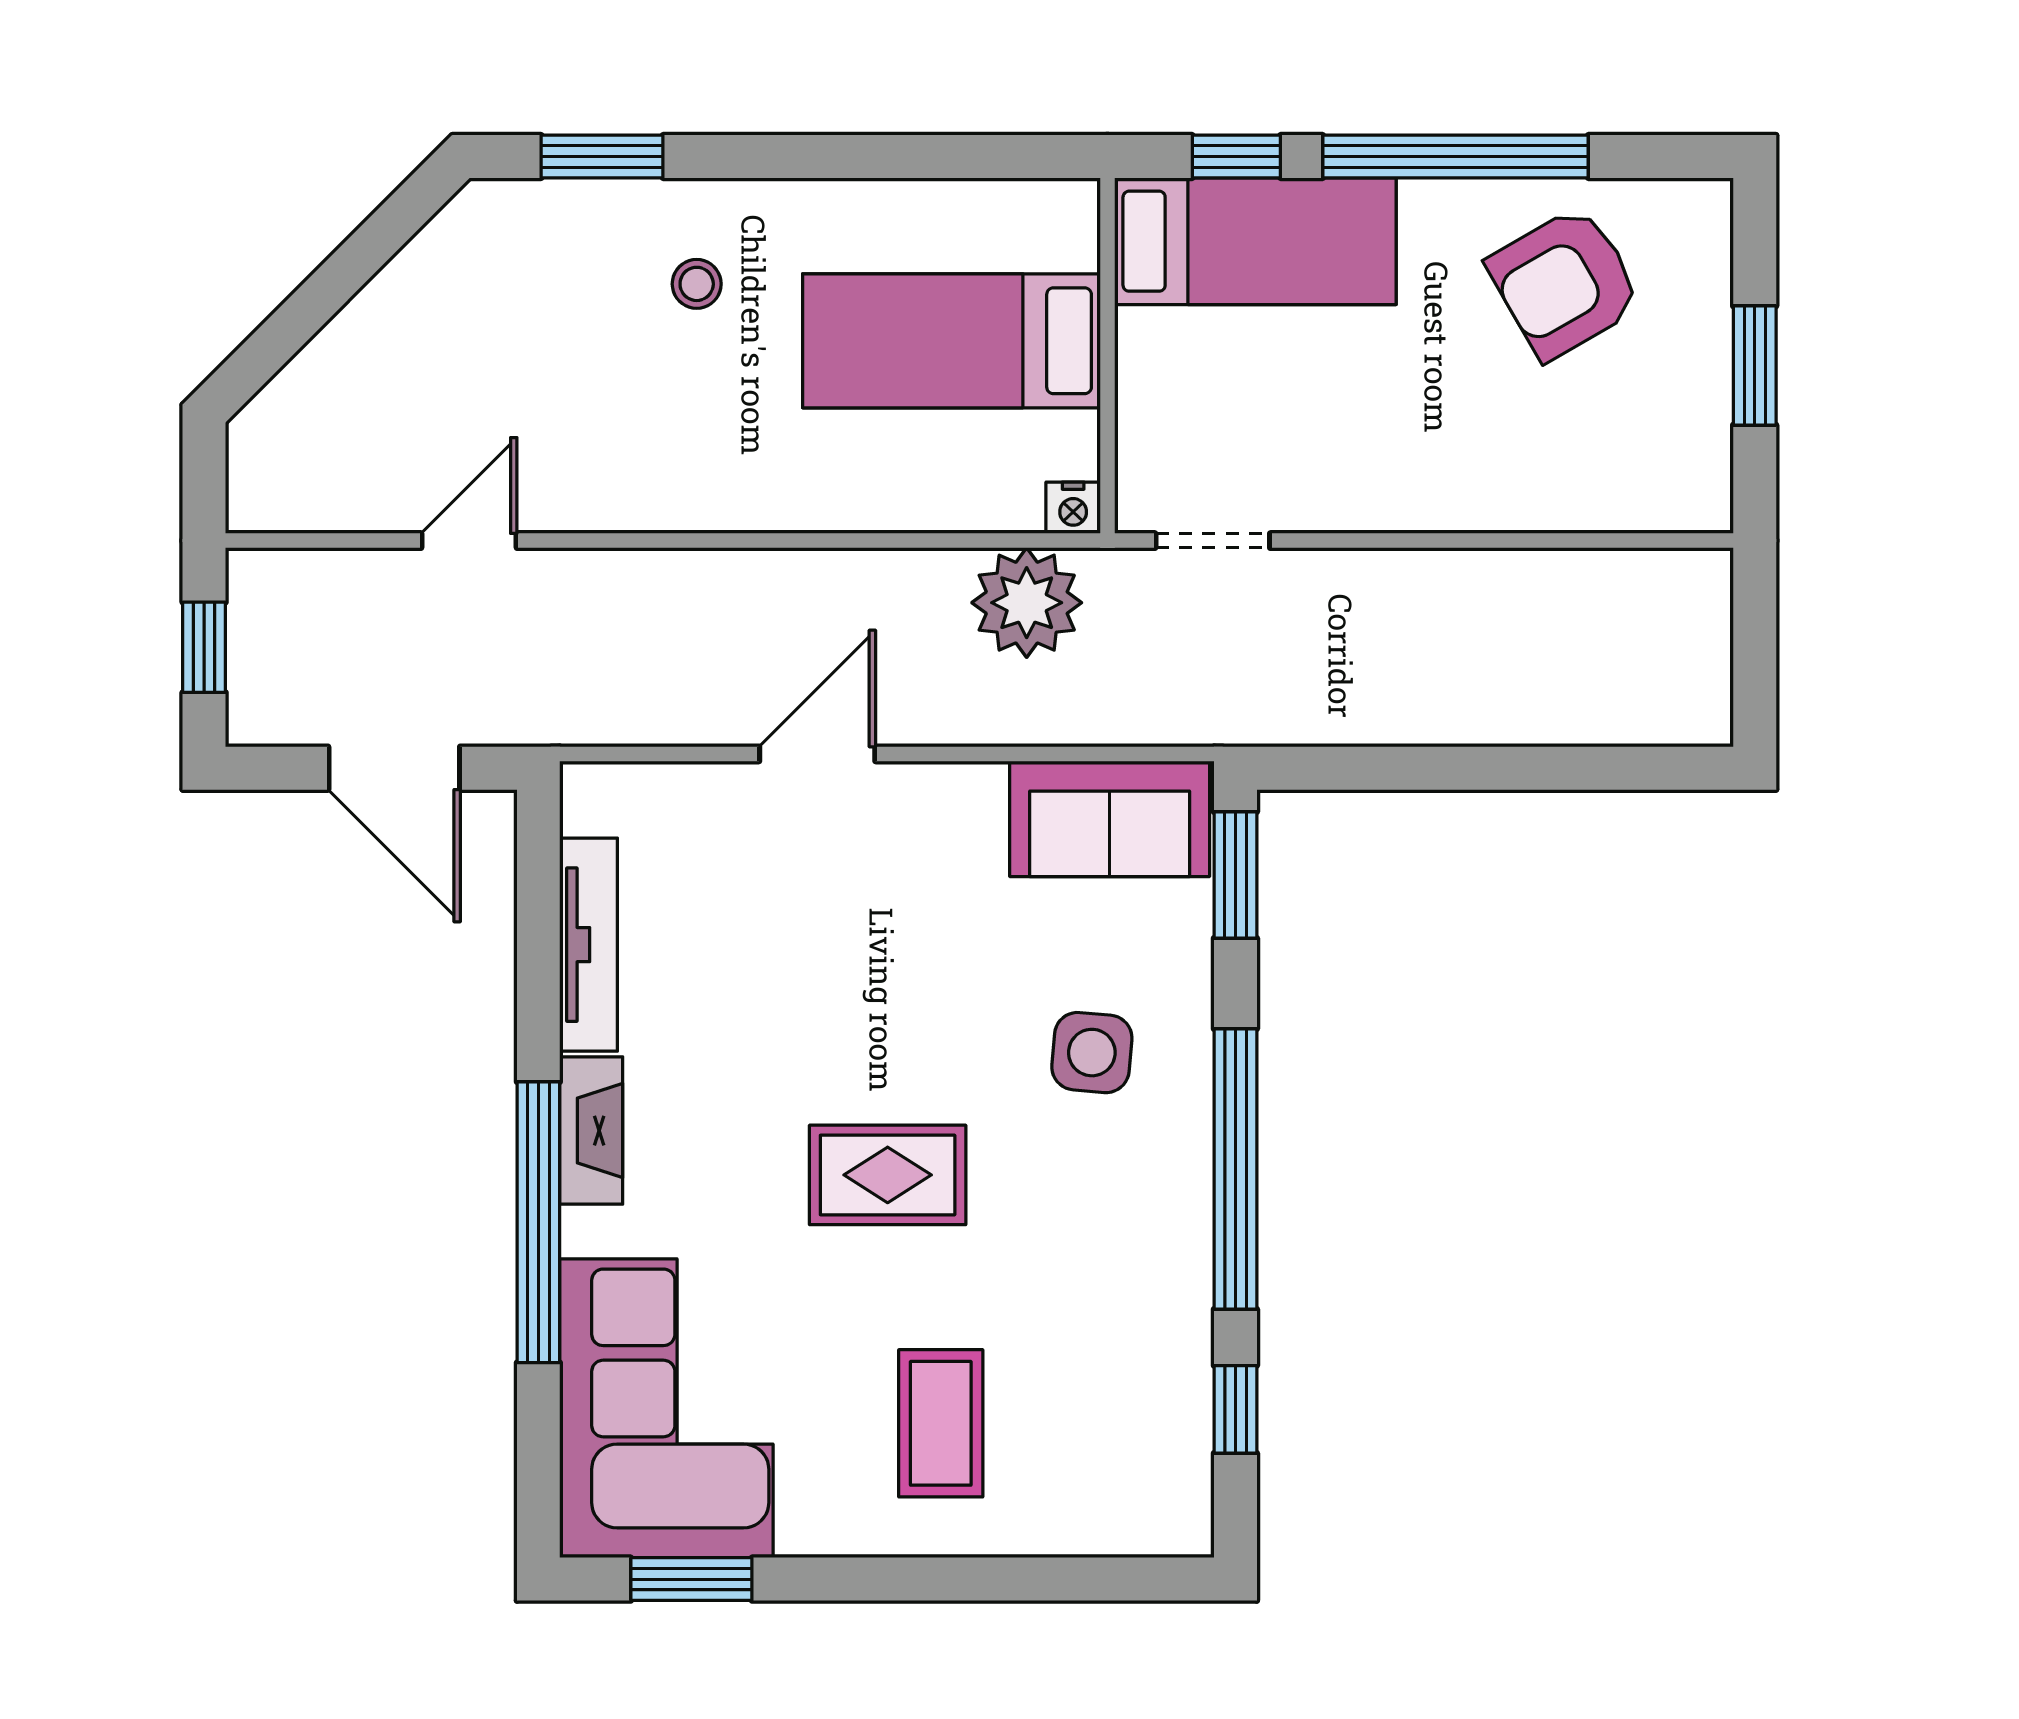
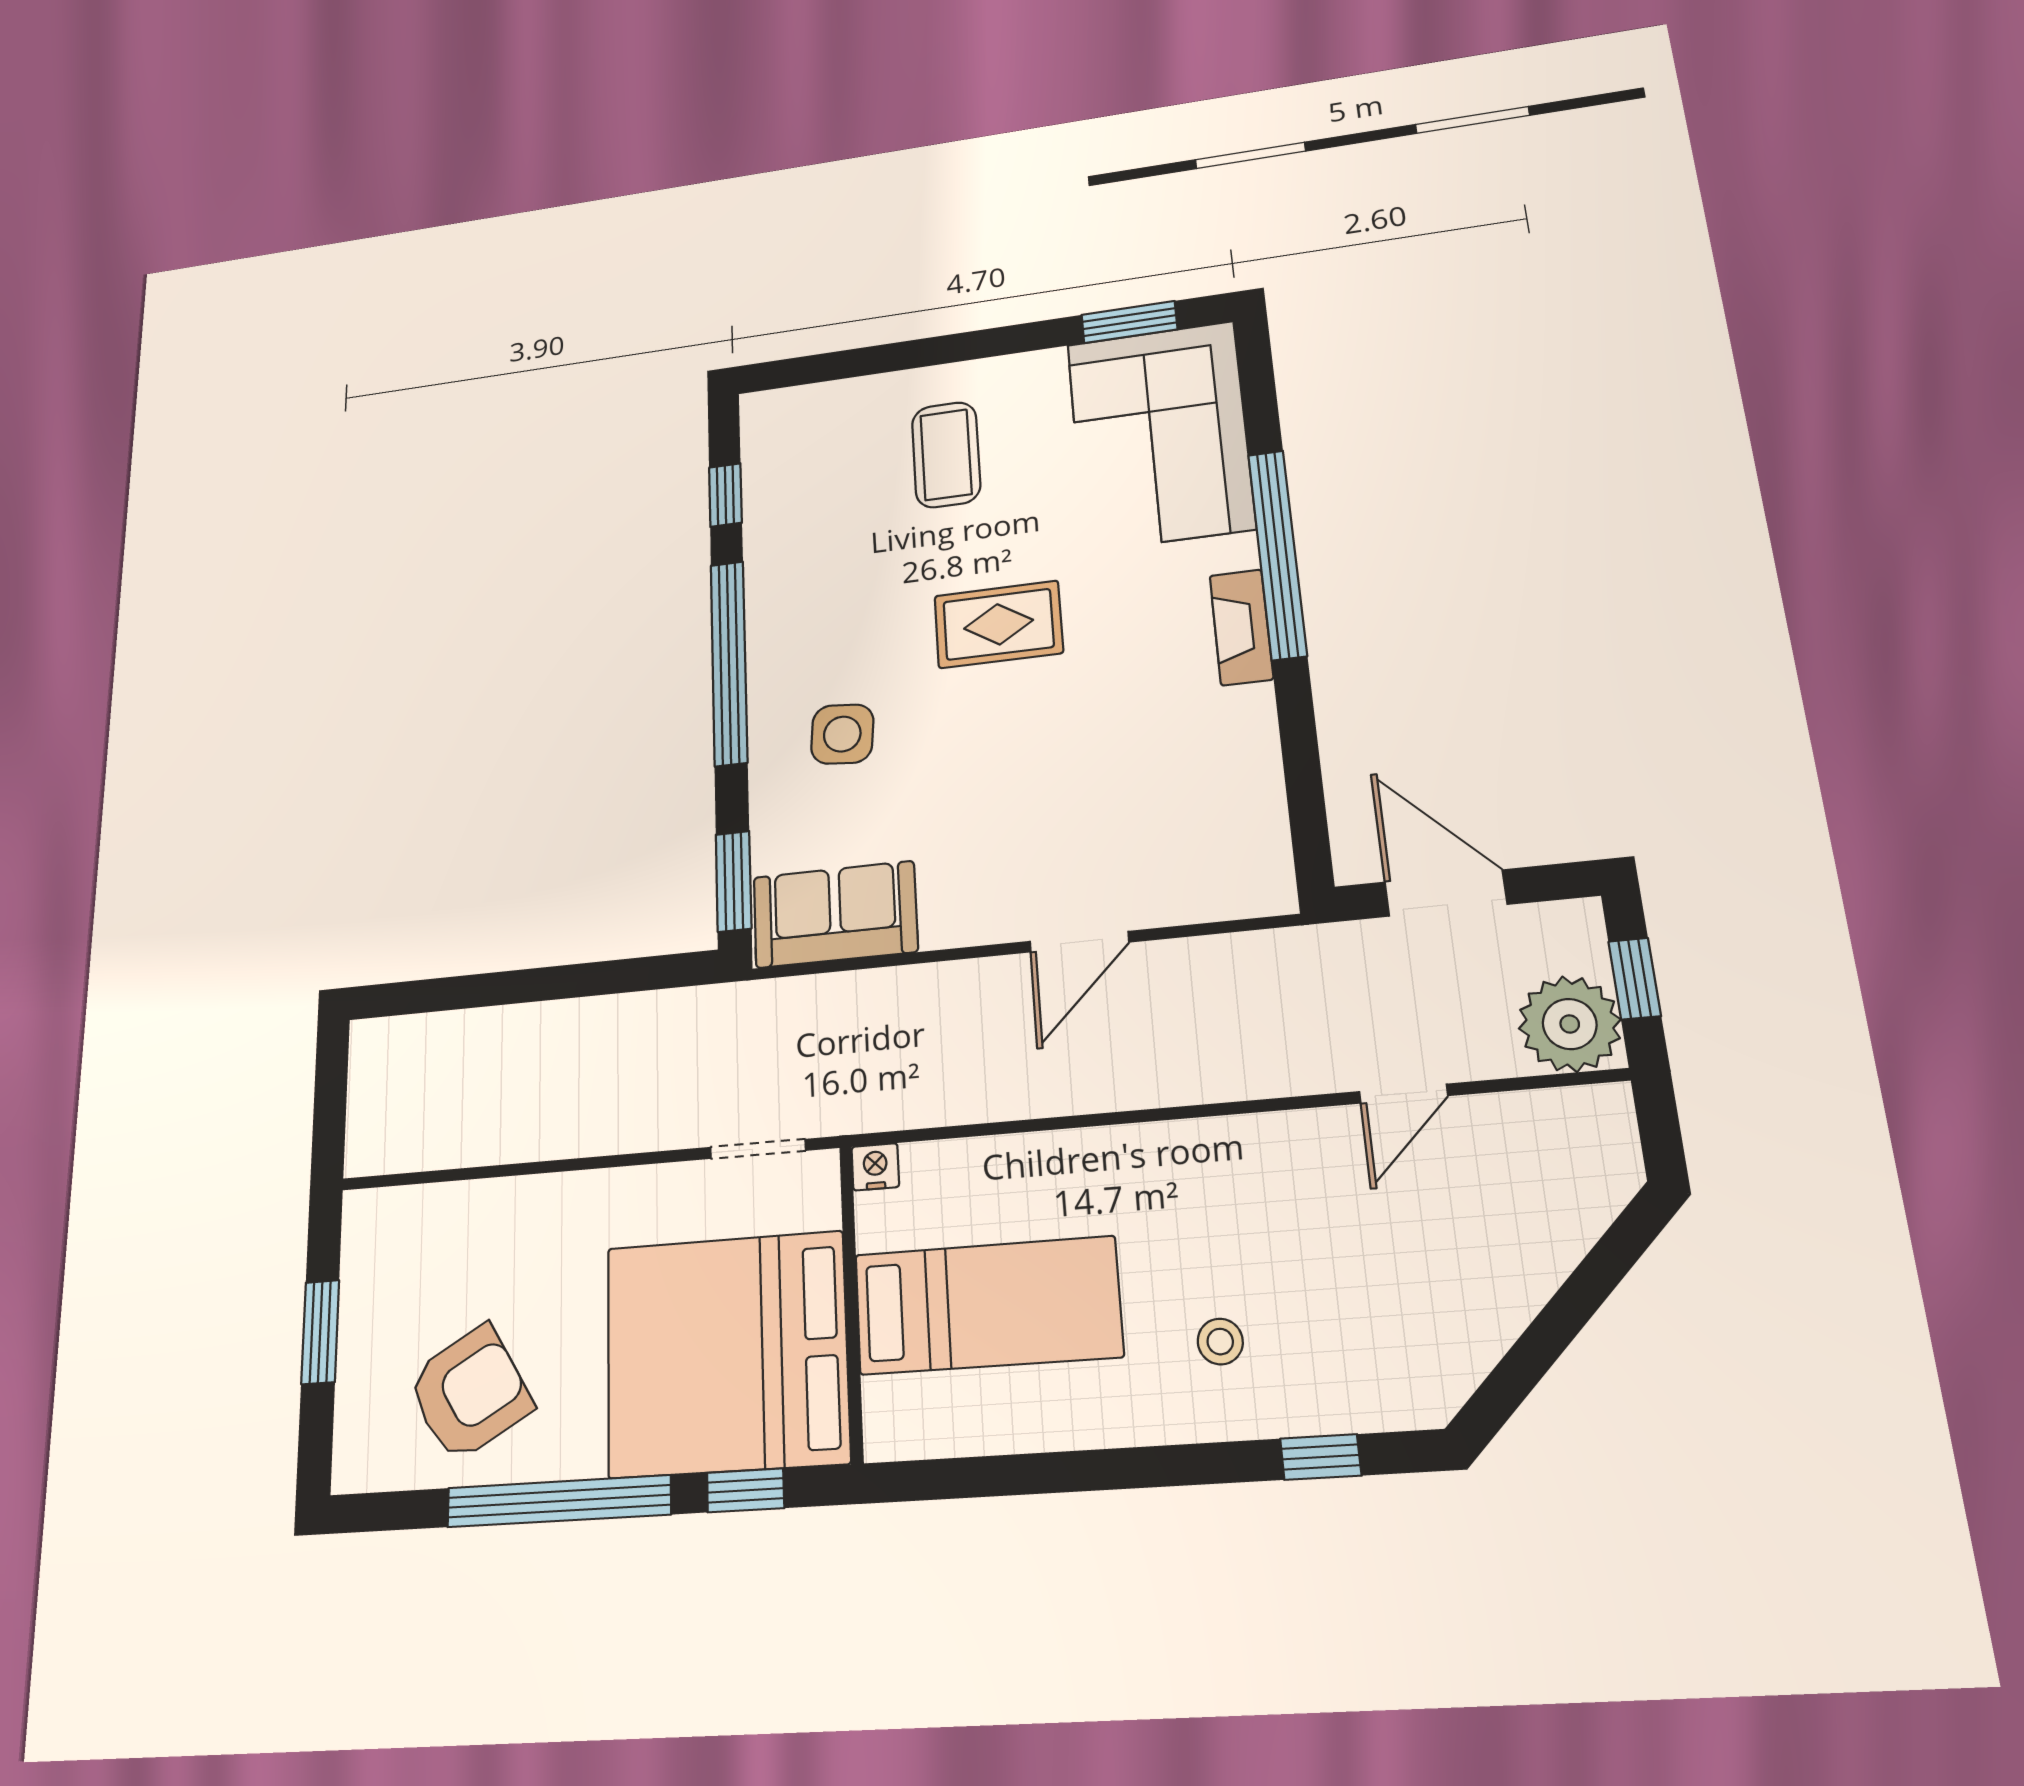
window: (602, 156) -> (1321, 1457), width x0.67
bed: (1255, 241) -> (726, 1354), width x2.04
plant: (1027, 603) -> (1570, 1024), moved
tv unit: (589, 945) -> (1259, 769), removed

